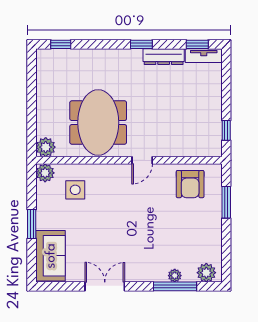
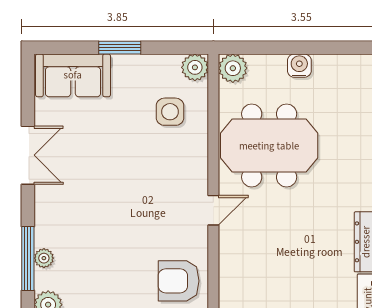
water cooler: (44, 102) -> (299, 66), added
door: (142, 160) -> (213, 210), swing flipped

